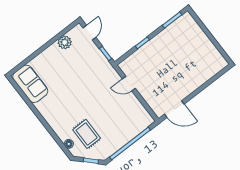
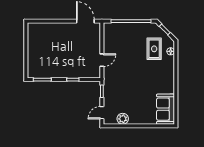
door: (129, 84) -> (102, 60), hinge flipped

